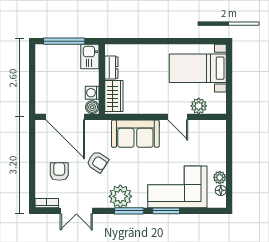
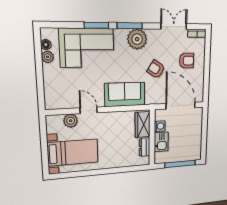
kitchen sink: (90, 56) -> (161, 142), moved
boiler: (92, 107) -> (160, 115), removed
armchair: (59, 171) -> (186, 61), turned -90

